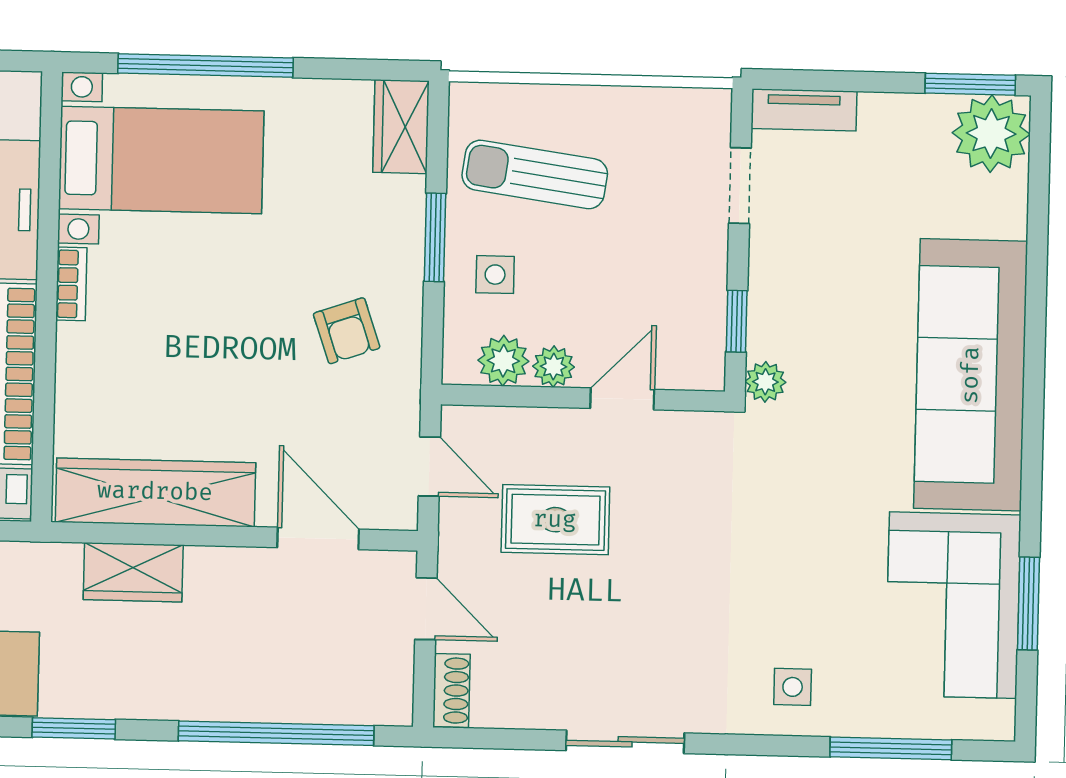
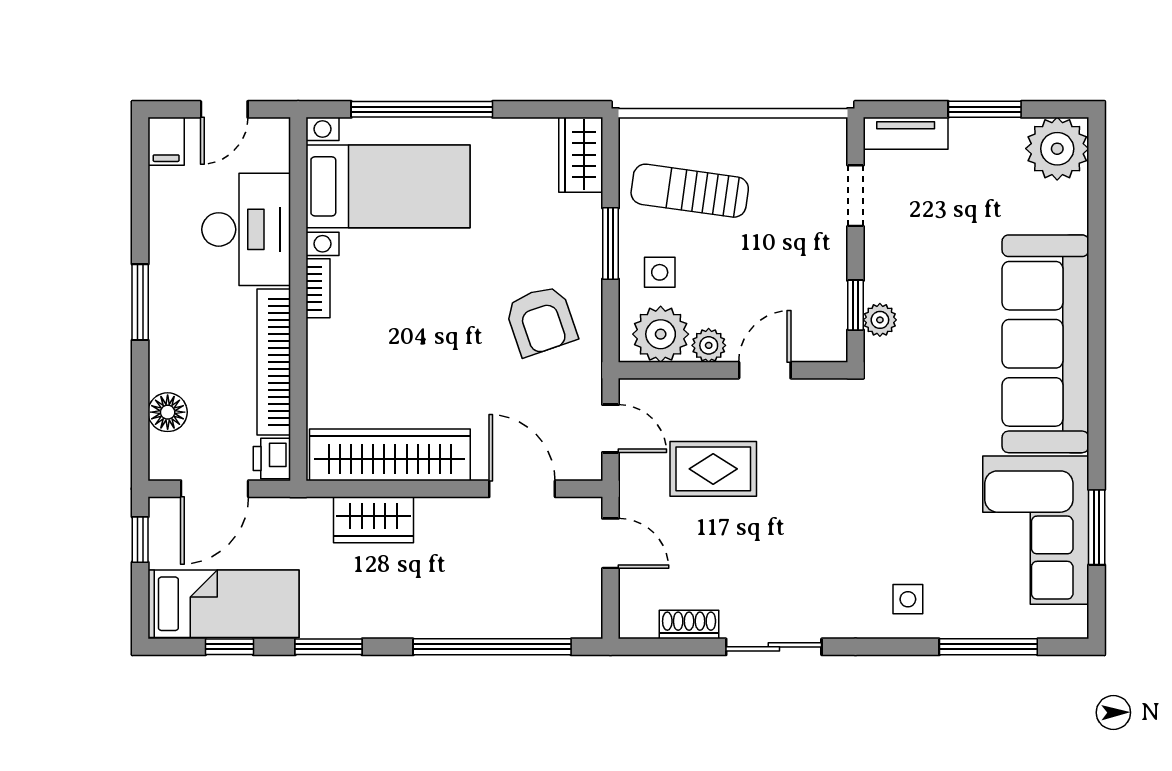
window: (970, 84) -> (985, 109), moved
armchair: (347, 331) -> (541, 321), width x1.38, depth x1.38
plant: (503, 361) -> (661, 334), width x1.36, depth x1.36
plant: (765, 382) -> (880, 320), moved
shoe rack: (452, 690) -> (689, 625), moved, turned -90

